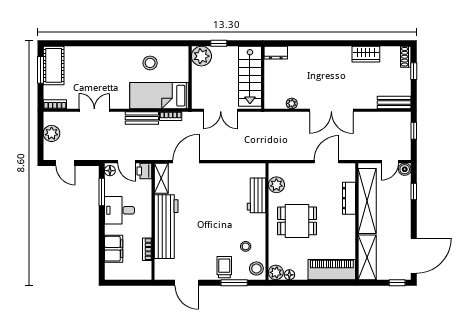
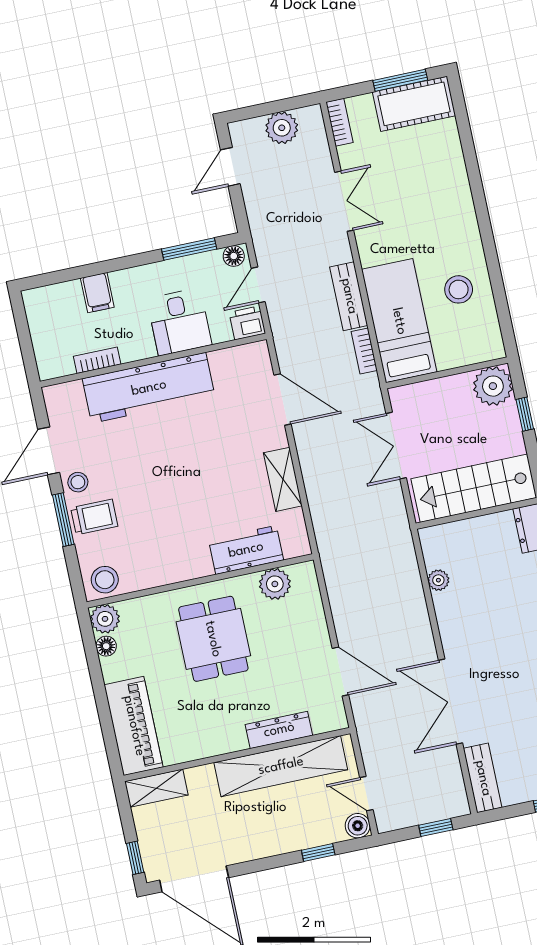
double door: (331, 110) -> (450, 702), moved
shelving: (161, 178) -> (283, 479), moved, turned 90
desk: (119, 210) -> (179, 322), moved, turned 180
stool: (246, 246) -> (78, 482), moved
filing cabinet: (114, 249) -> (97, 293), width x0.50
shelving: (367, 257) -> (156, 788), width x0.67, depth x0.75
window: (234, 283) -> (63, 520), moved

